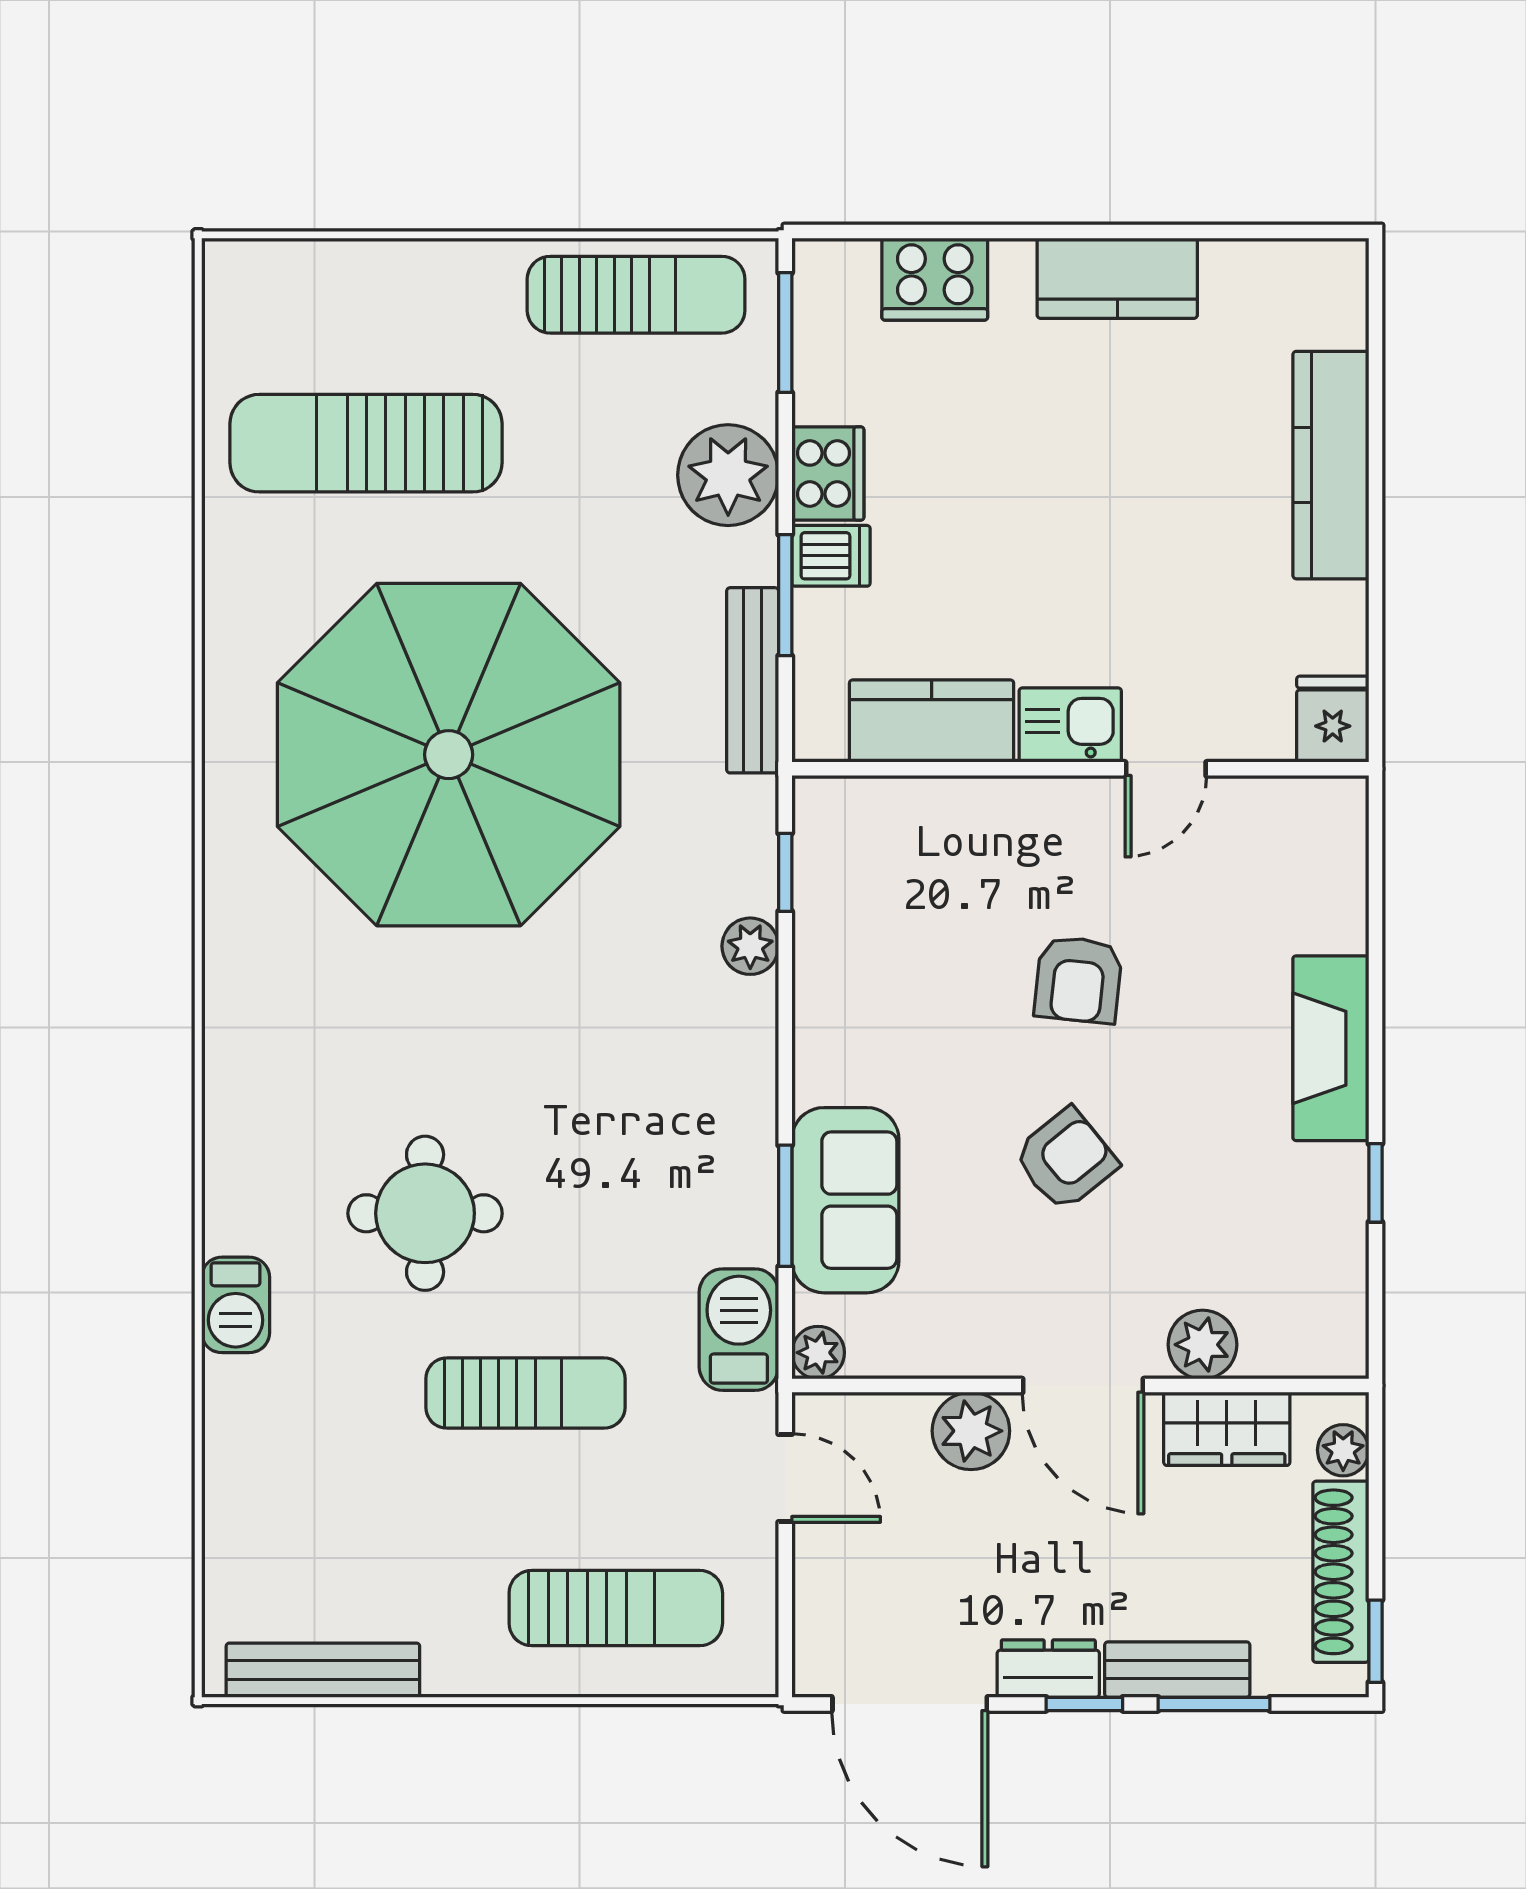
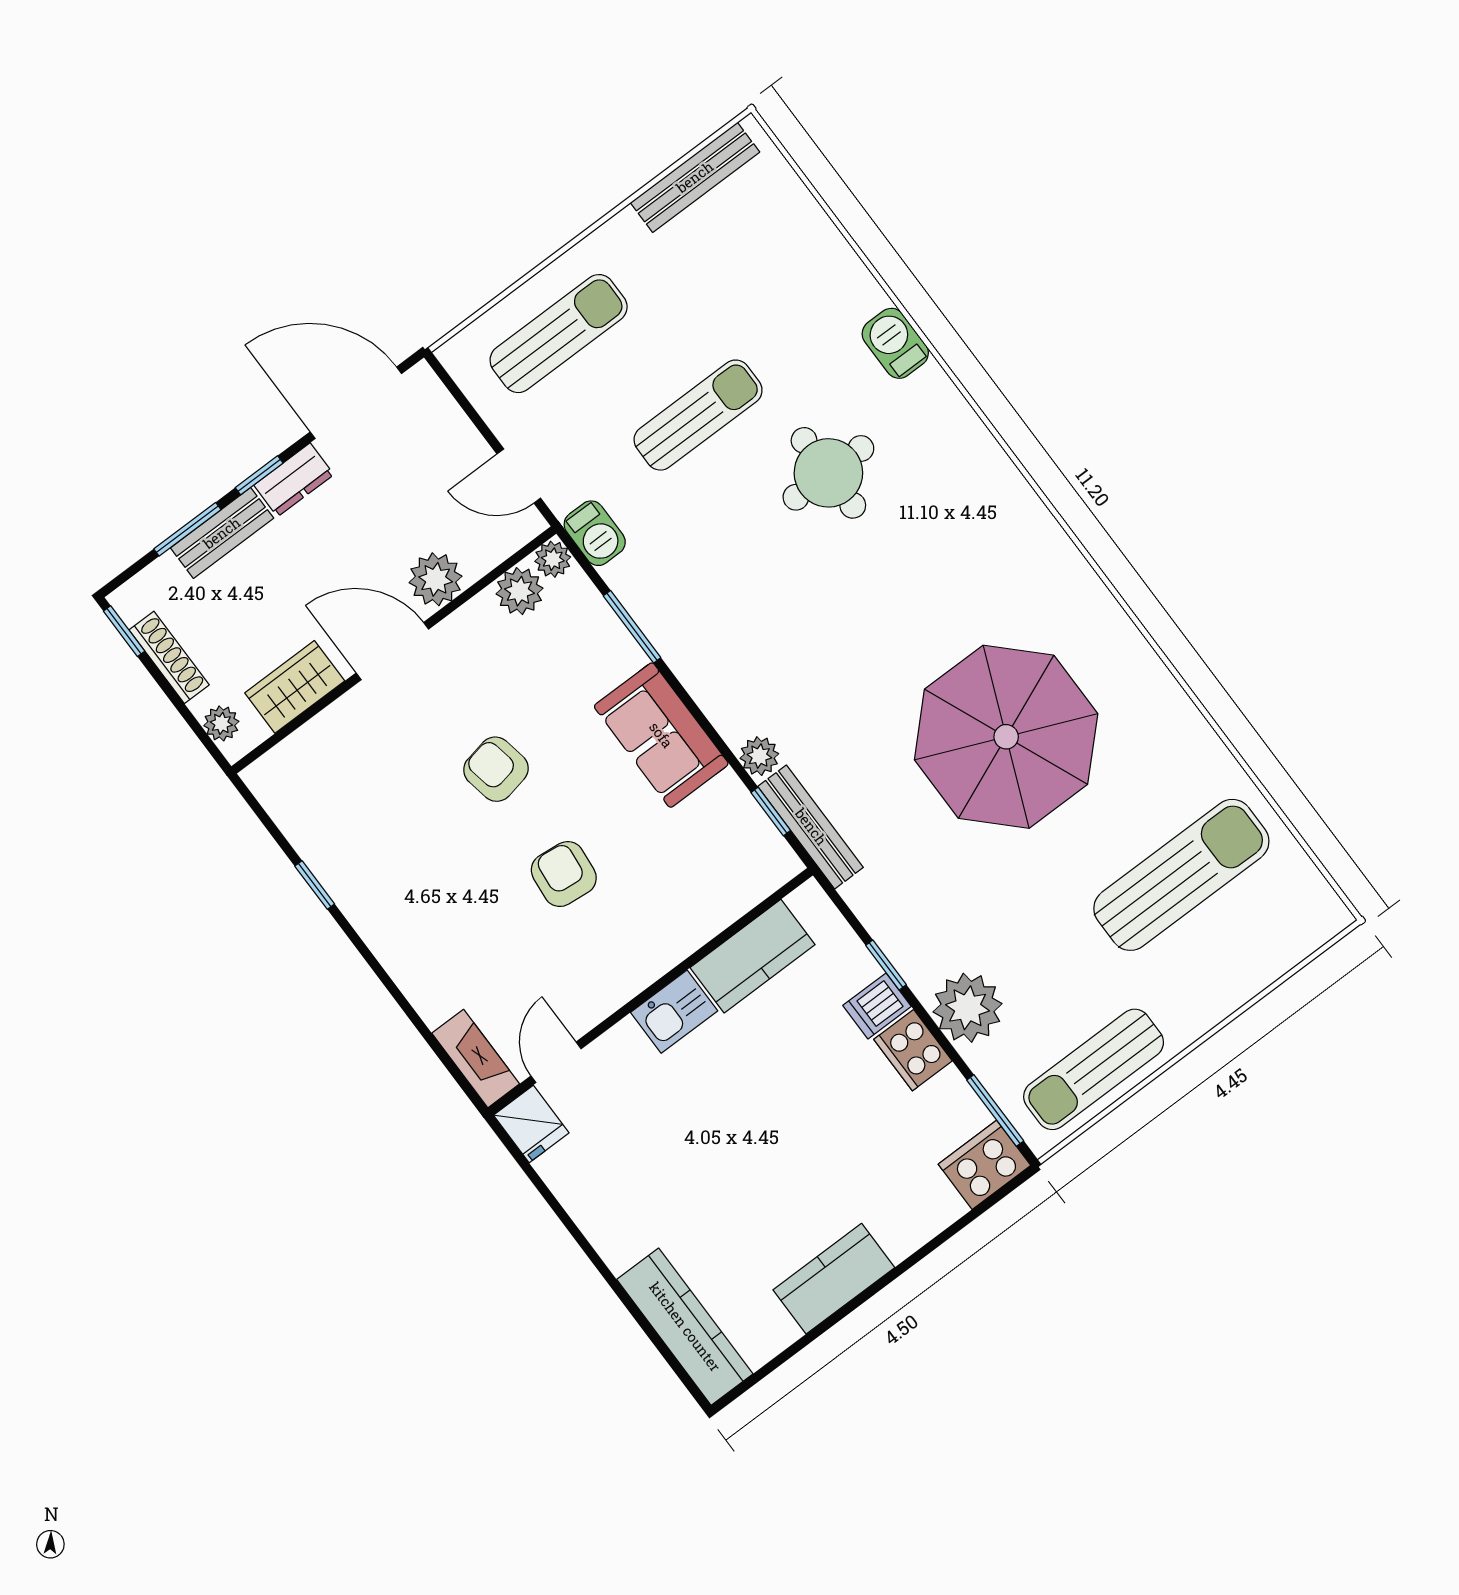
cooker: (935, 279) -> (984, 1165), moved
kitchen counter: (1331, 465) -> (685, 1327), moved
window: (785, 595) -> (886, 965), width x0.67
bench: (753, 680) -> (811, 827), moved
parasol: (449, 755) -> (1006, 737), width x0.73, depth x0.73
door: (1166, 769) -> (556, 1062), moved
fireplace: (1331, 1048) -> (476, 1059), moved, width x0.73, depth x0.76
armchair: (1066, 1159) -> (496, 769), turned 118
sofa: (845, 1200) -> (661, 735), moved
barbecue: (739, 1330) -> (595, 533), width x0.73, depth x0.79
plant: (1202, 1345) -> (520, 591), moved
sun lounger: (525, 1393) -> (698, 415), turned 180
shoe rack: (1341, 1572) -> (169, 657), width x0.74, depth x0.81
sun lounger: (616, 1608) -> (559, 334), turned 180

